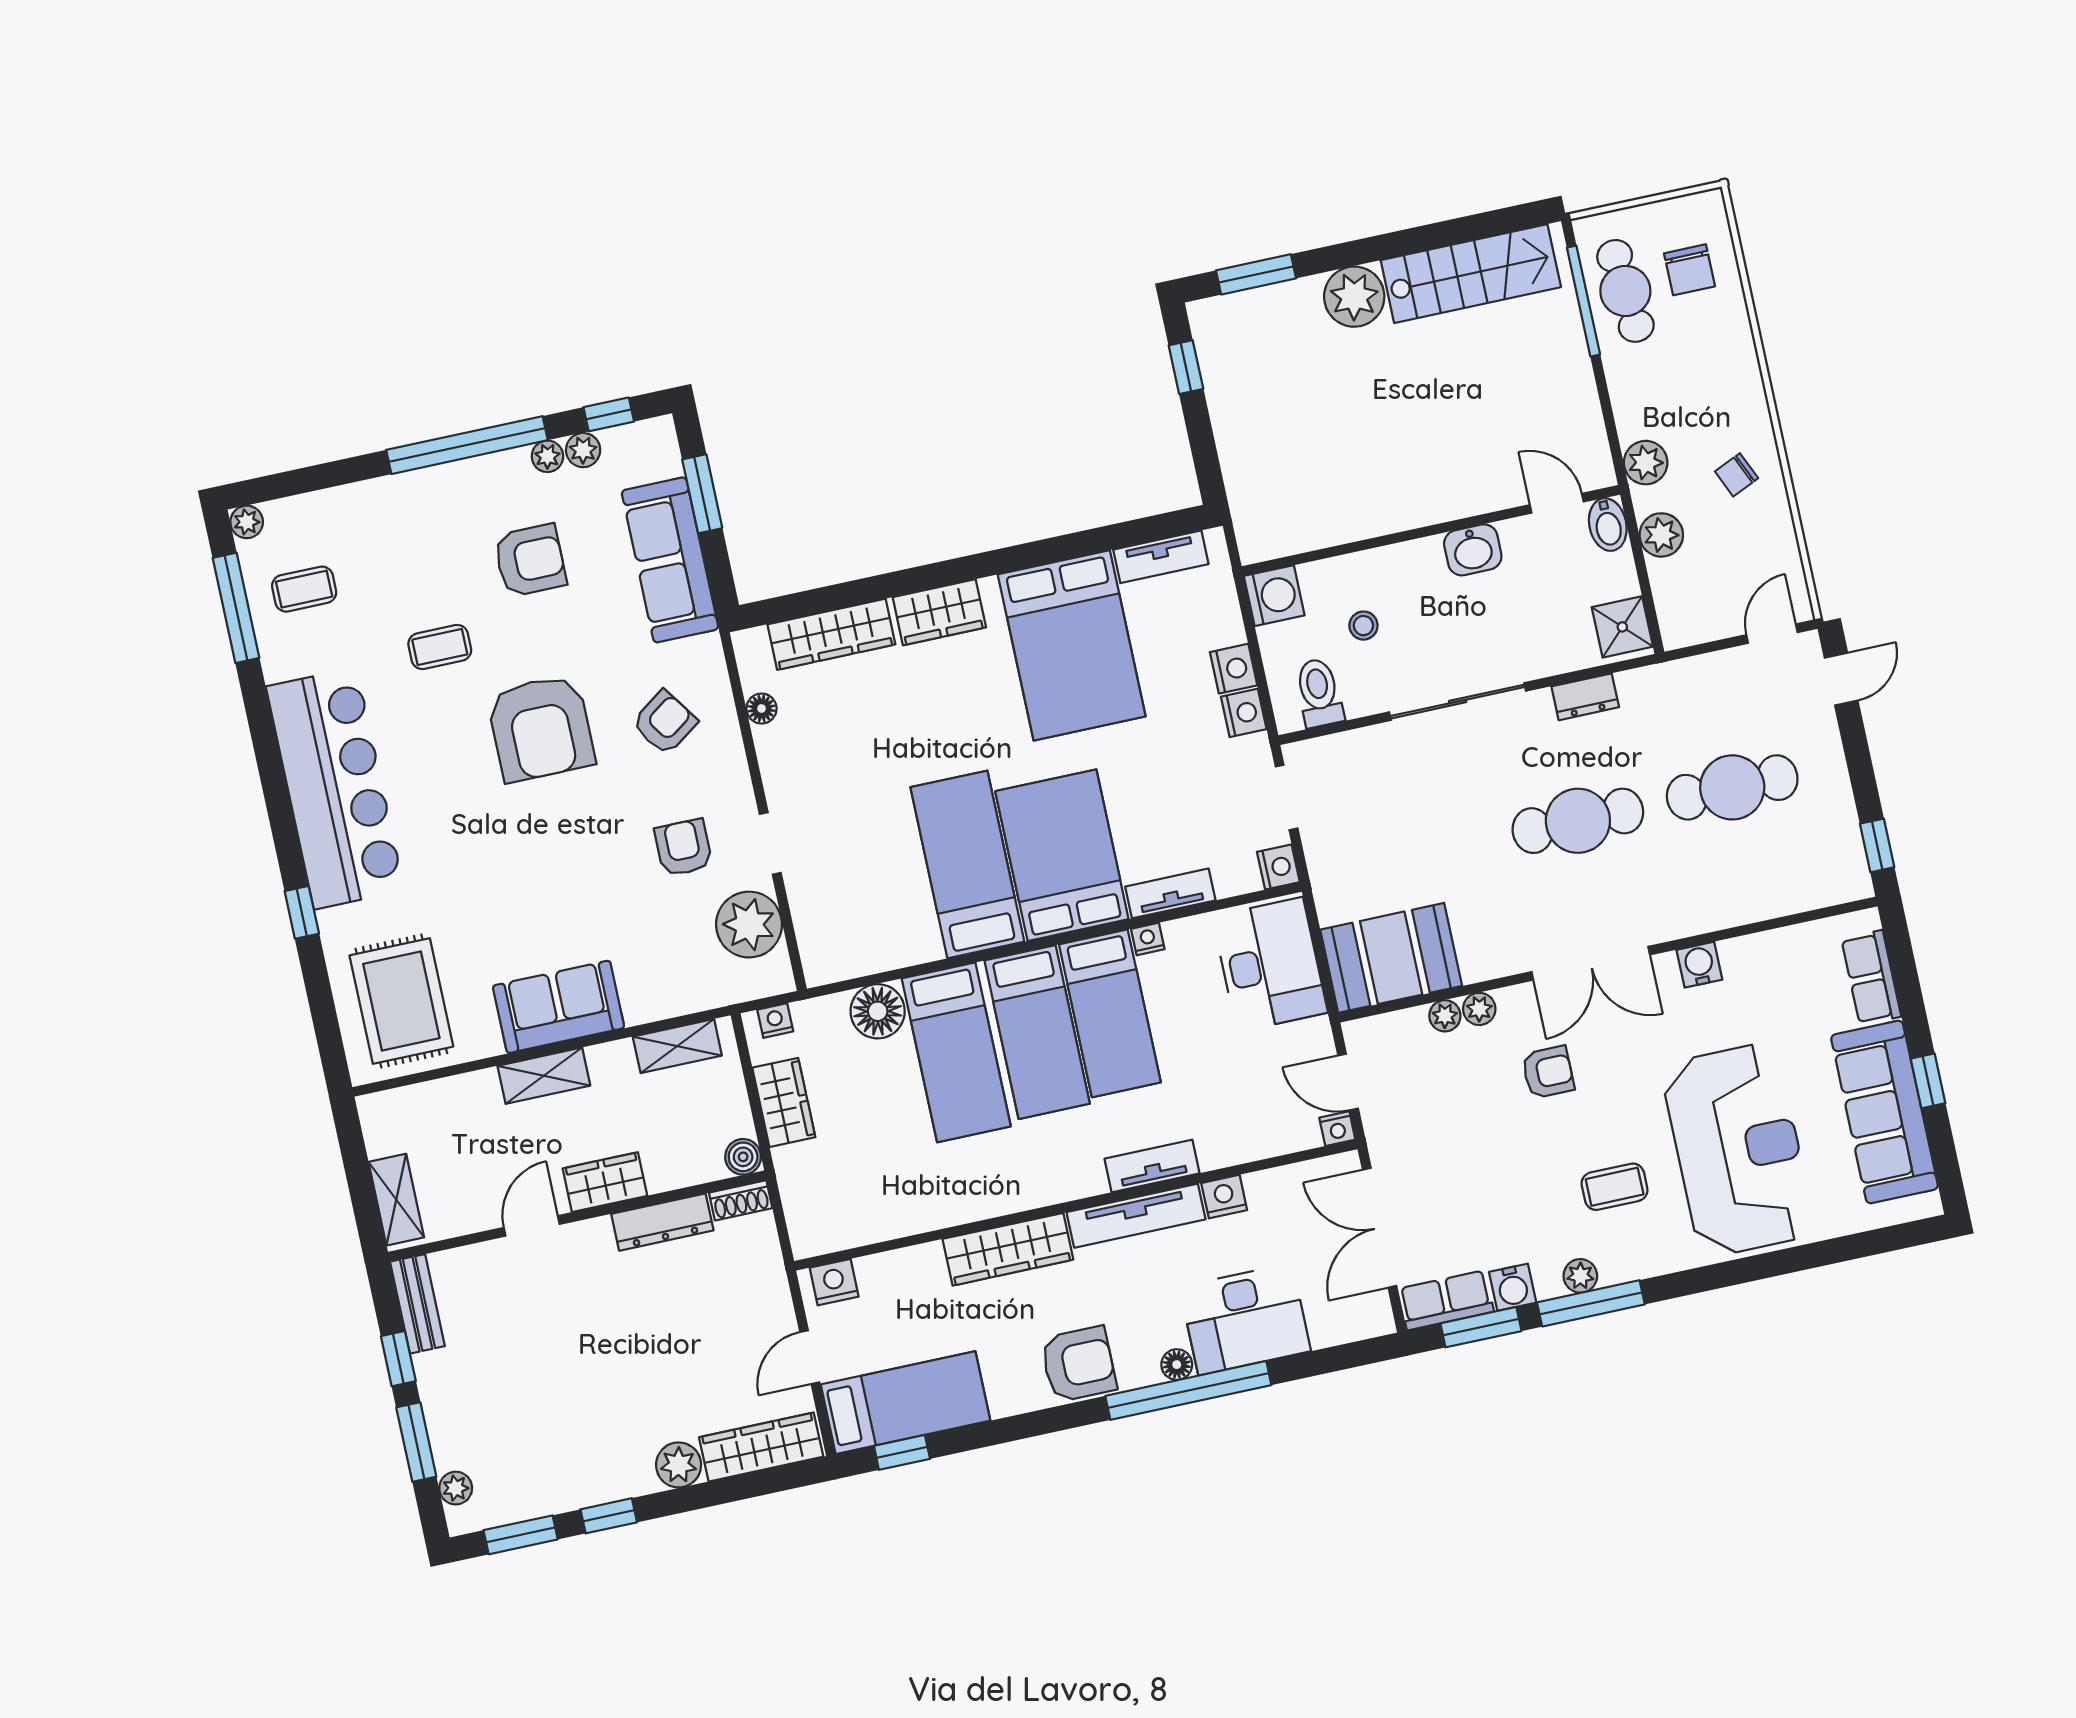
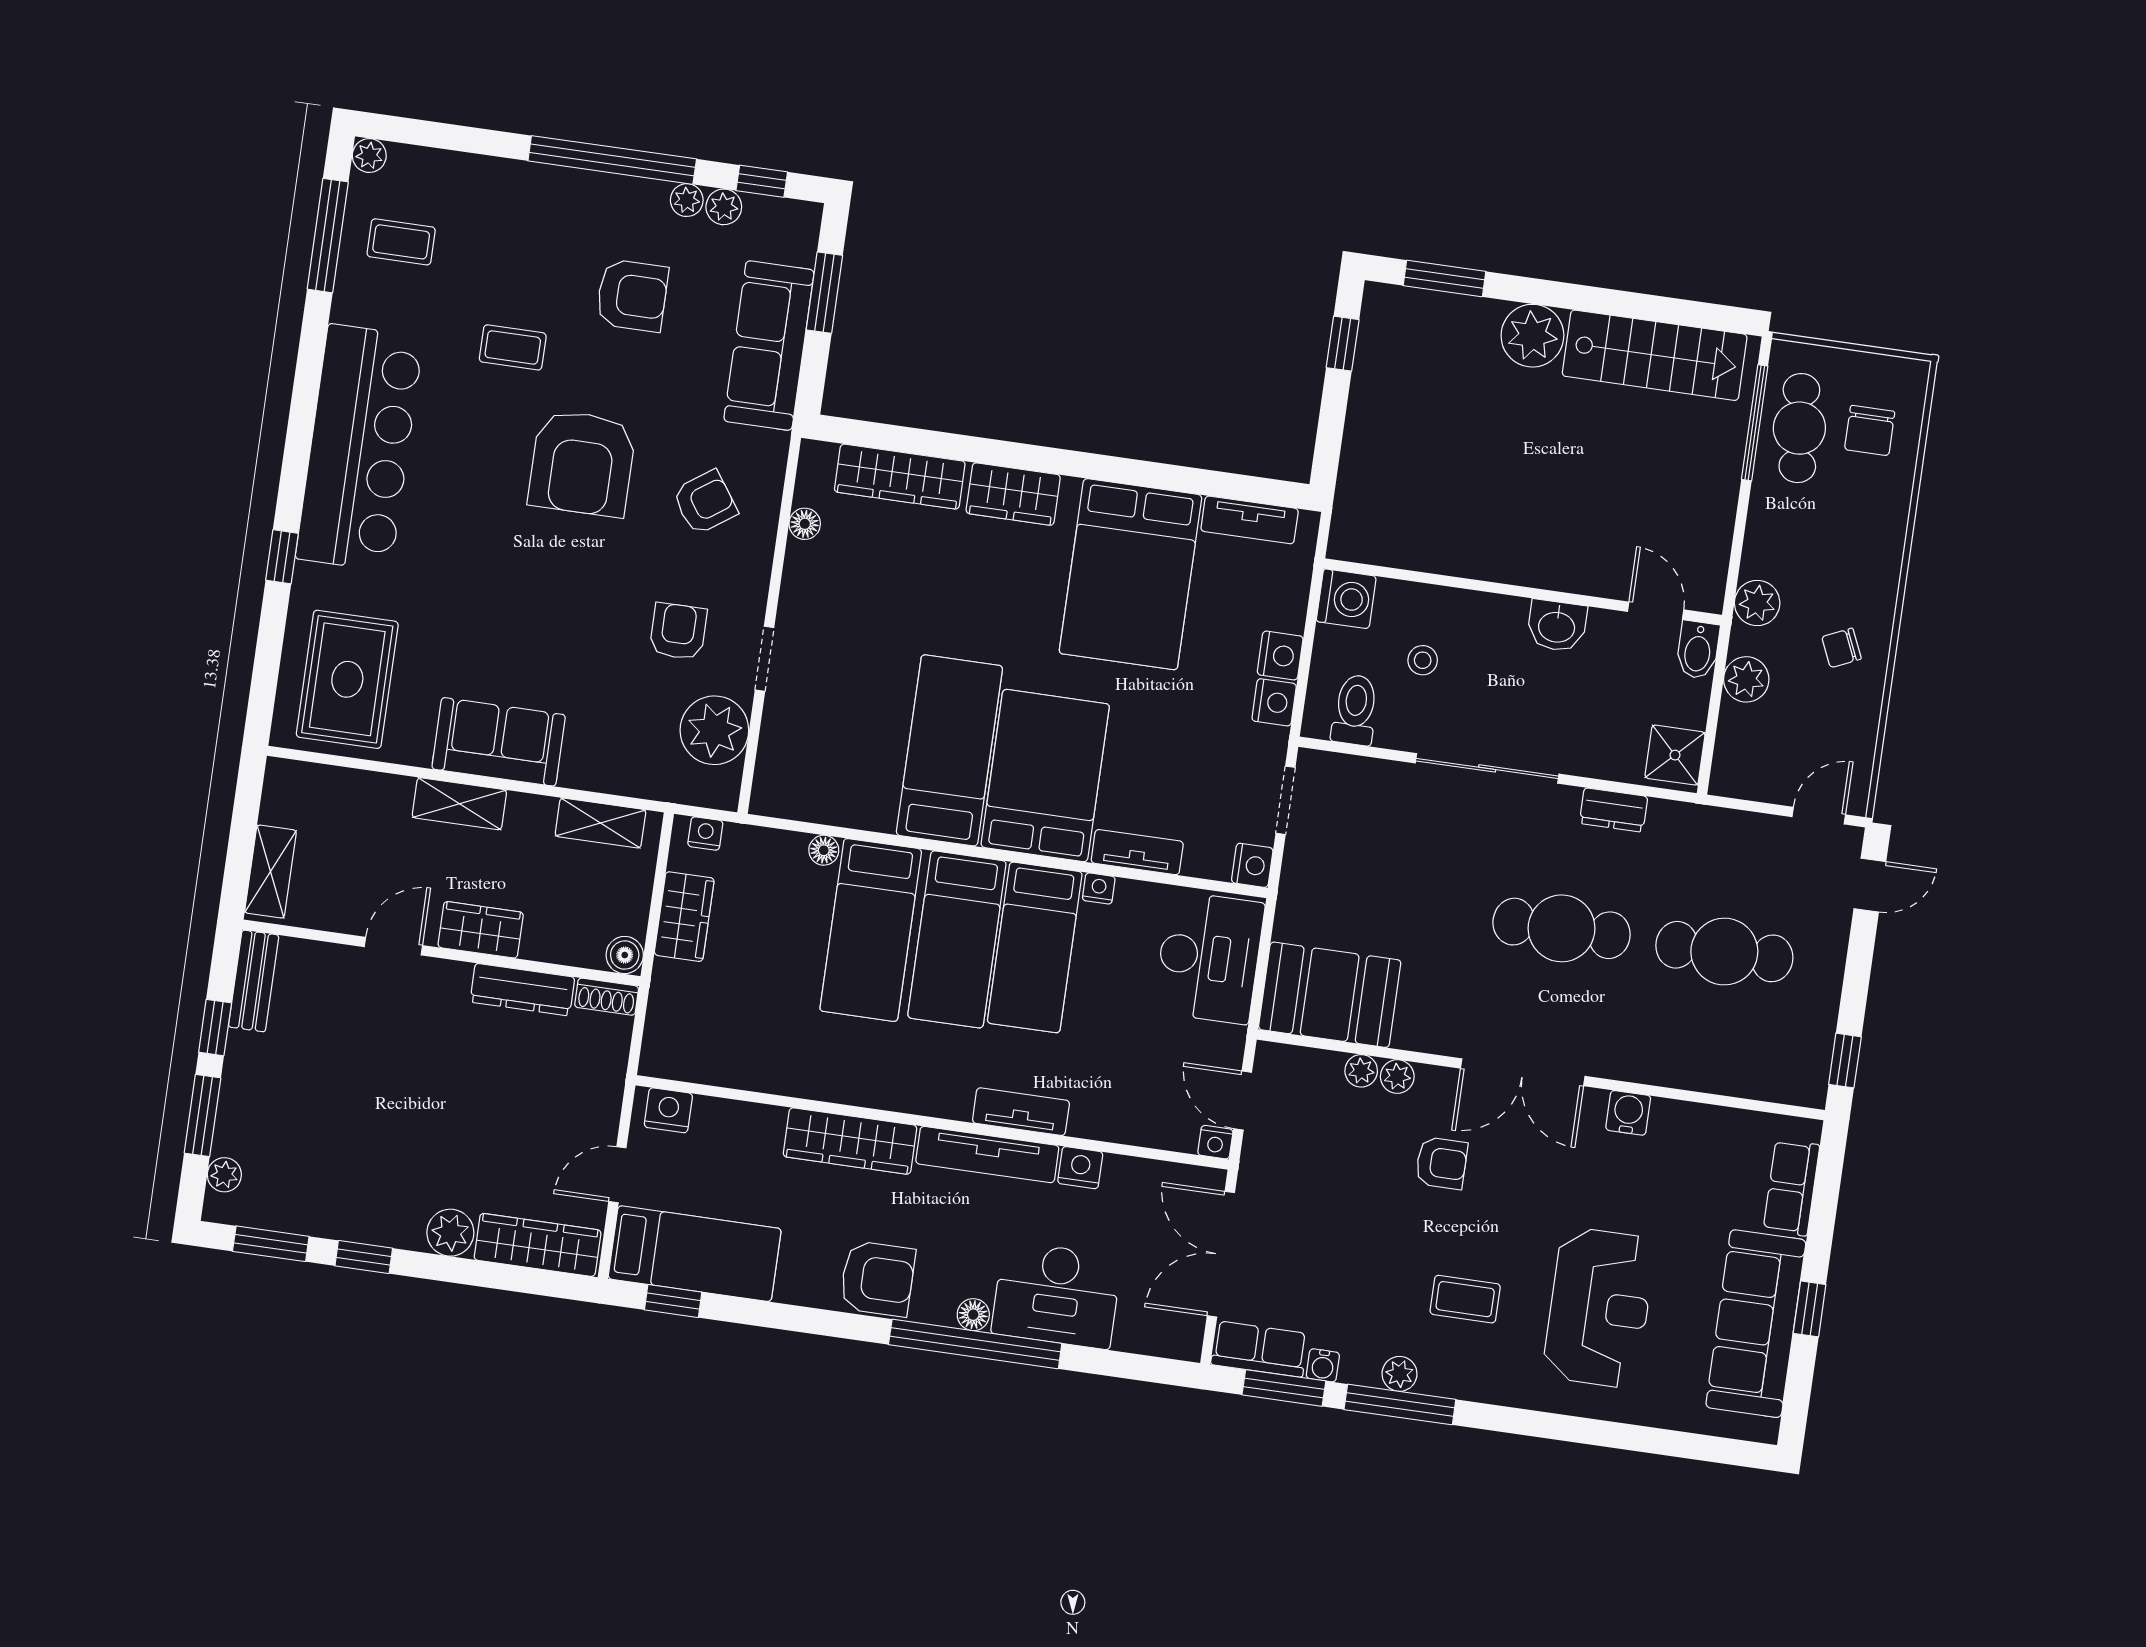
floor lamp: (878, 1011) -> (824, 850), width x0.53, depth x0.53
reception desk: (1738, 1150) -> (1599, 1308), width x0.74, depth x0.77
water cooler: (1513, 1287) -> (1323, 1365), width x0.72, depth x0.72

